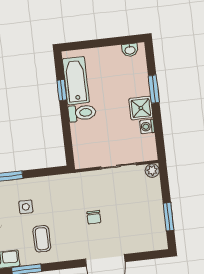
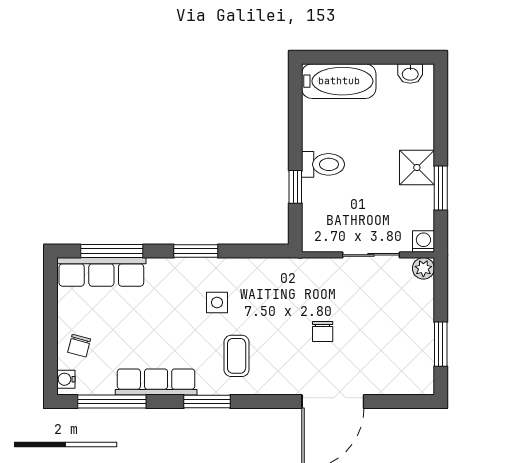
bathtub: (76, 81) -> (339, 81), moved, turned 90
window: (154, 89) -> (441, 188), moved
window: (62, 90) -> (295, 187), moved
washing machine: (147, 126) -> (423, 242), moved, turned 90

